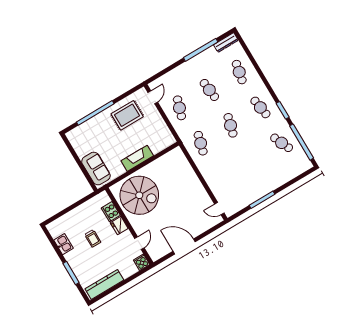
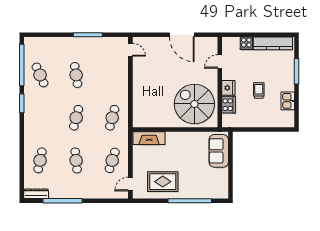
cafe table: (260, 107) -> (76, 75), moved
fireplace: (137, 158) -> (149, 138), moved
cooker: (142, 262) -> (246, 43), moved

